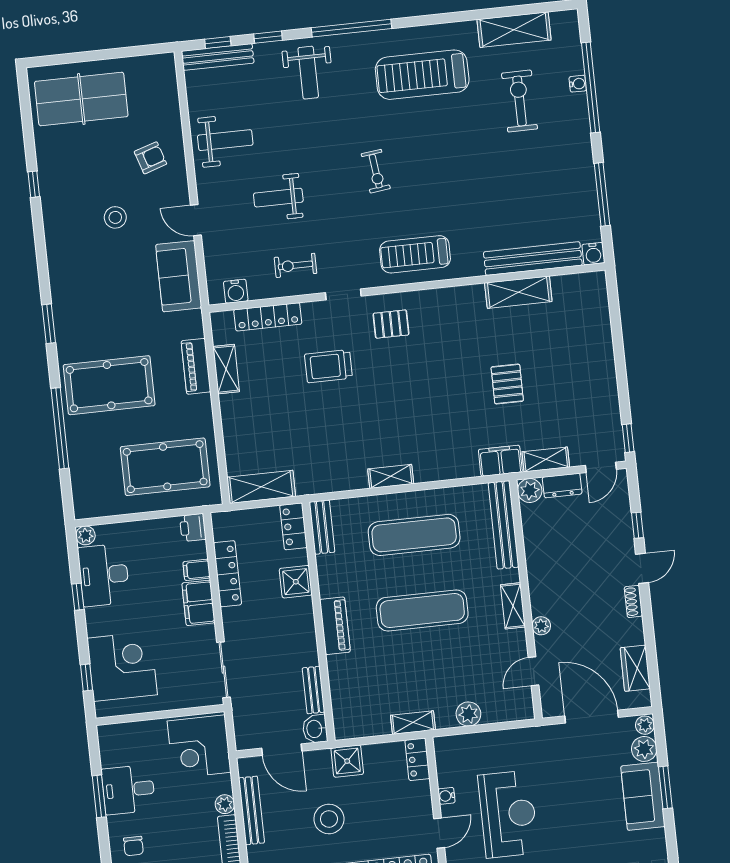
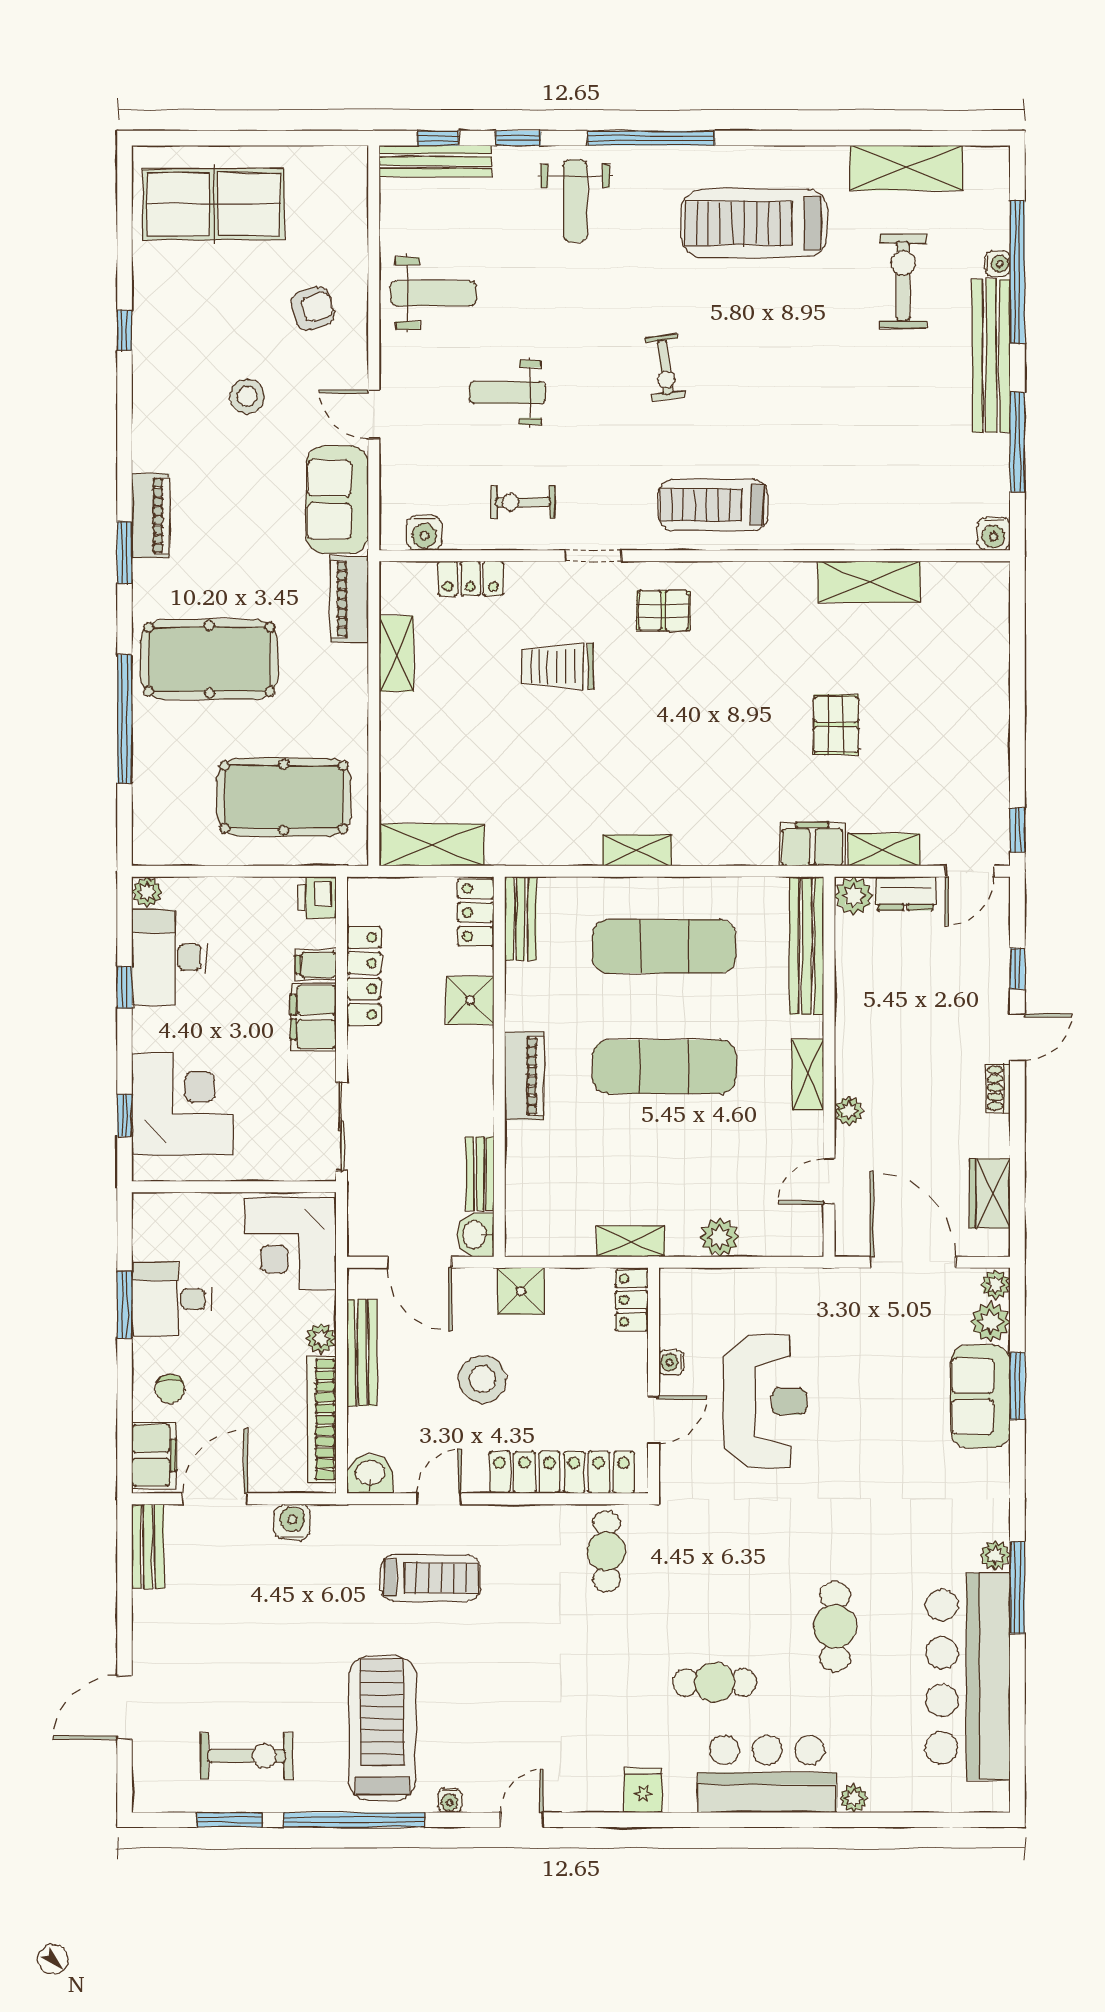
bench: (533, 259) -> (991, 356), moved, turned 90
piano: (63, 299) -> (151, 516), added
locker: (268, 317) -> (471, 579), width x0.66
piano: (196, 366) -> (349, 599), moved

